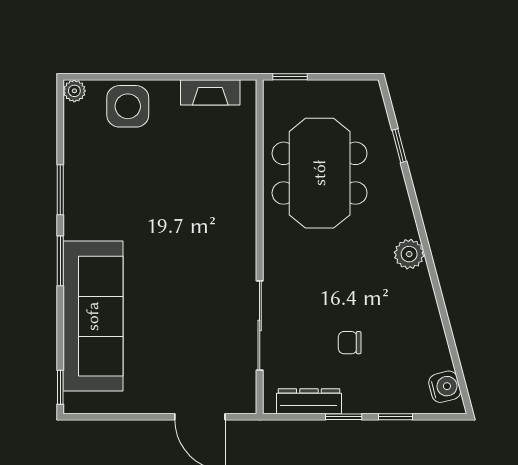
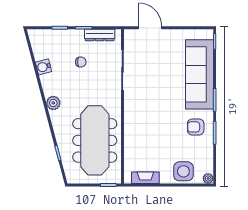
meeting table: (320, 173) -> (95, 140), width x1.36
armchair: (101, 202) -> (196, 127), added
water cooler: (445, 387) -> (44, 67), moved

